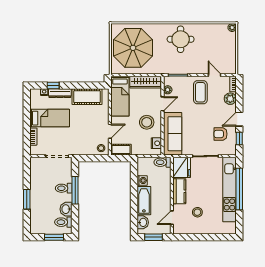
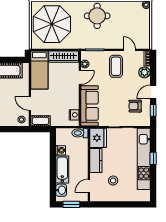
stool: (147, 122) -> (65, 95), removed
door: (110, 131) -> (30, 103), swing flipped
window: (239, 189) -> (153, 158), width x0.32

